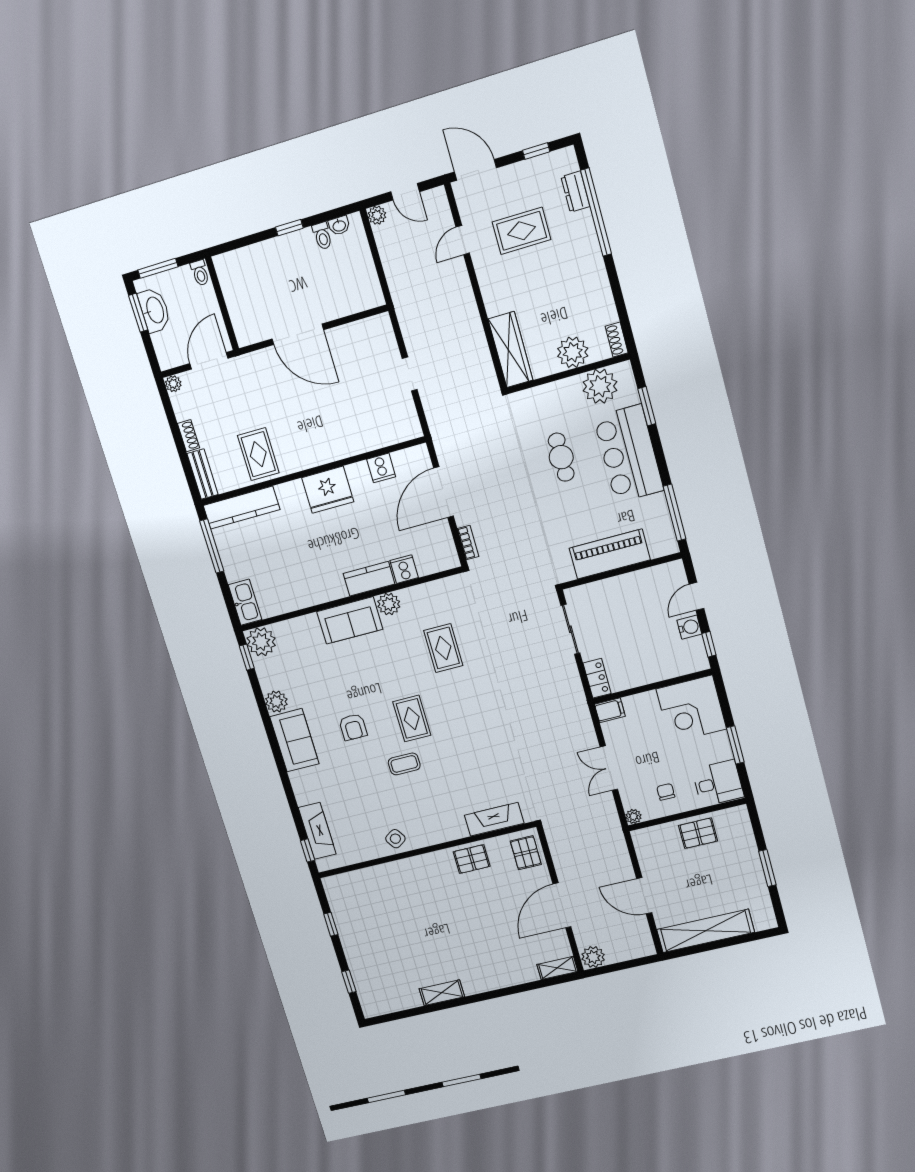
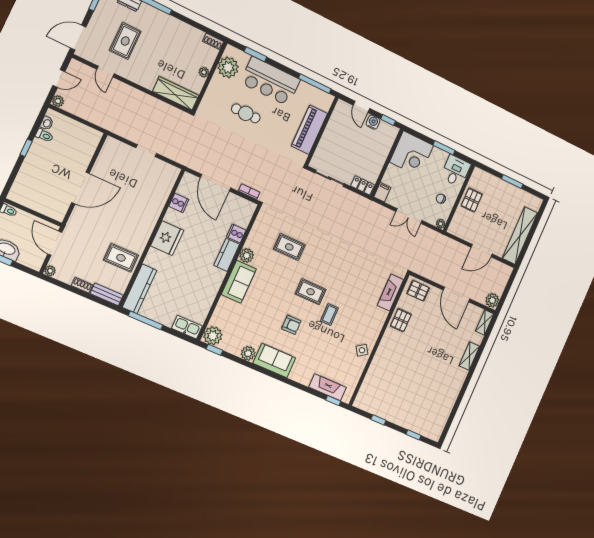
plant: (573, 352) -> (204, 72), width x0.53, depth x0.53
shelving: (442, 993) -> (469, 356), moved

